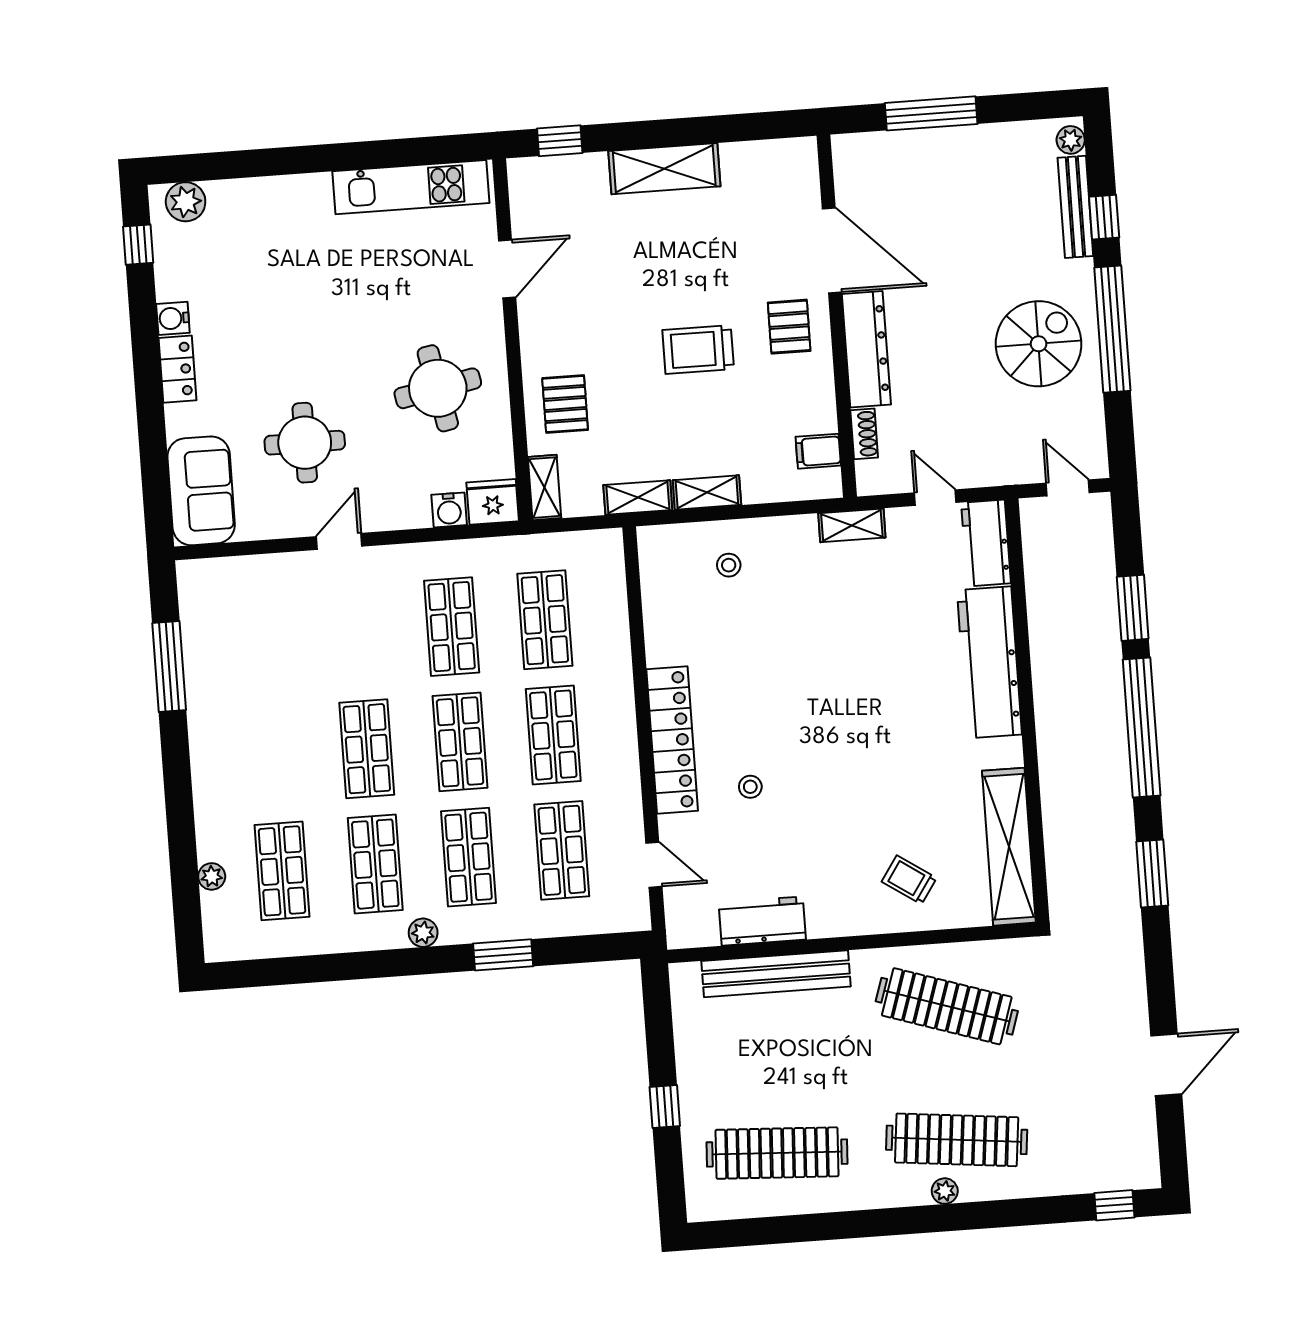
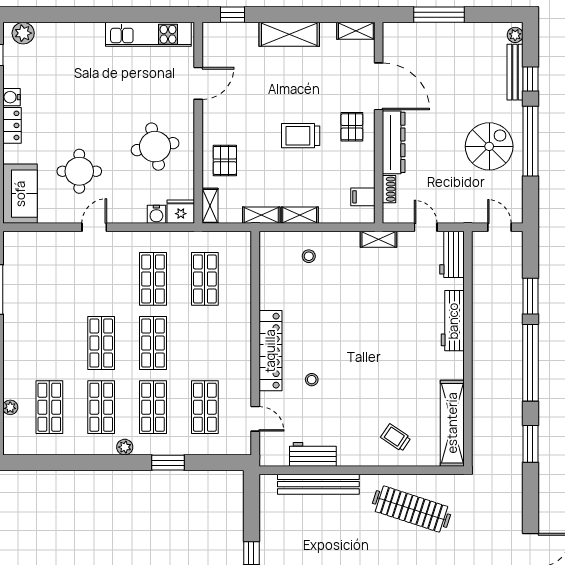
shelving: (784, 154) -> (356, 31), added
workbench: (989, 662) -> (453, 321), width x0.73, depth x0.76
shop shelf: (553, 735) -> (205, 343), removed

